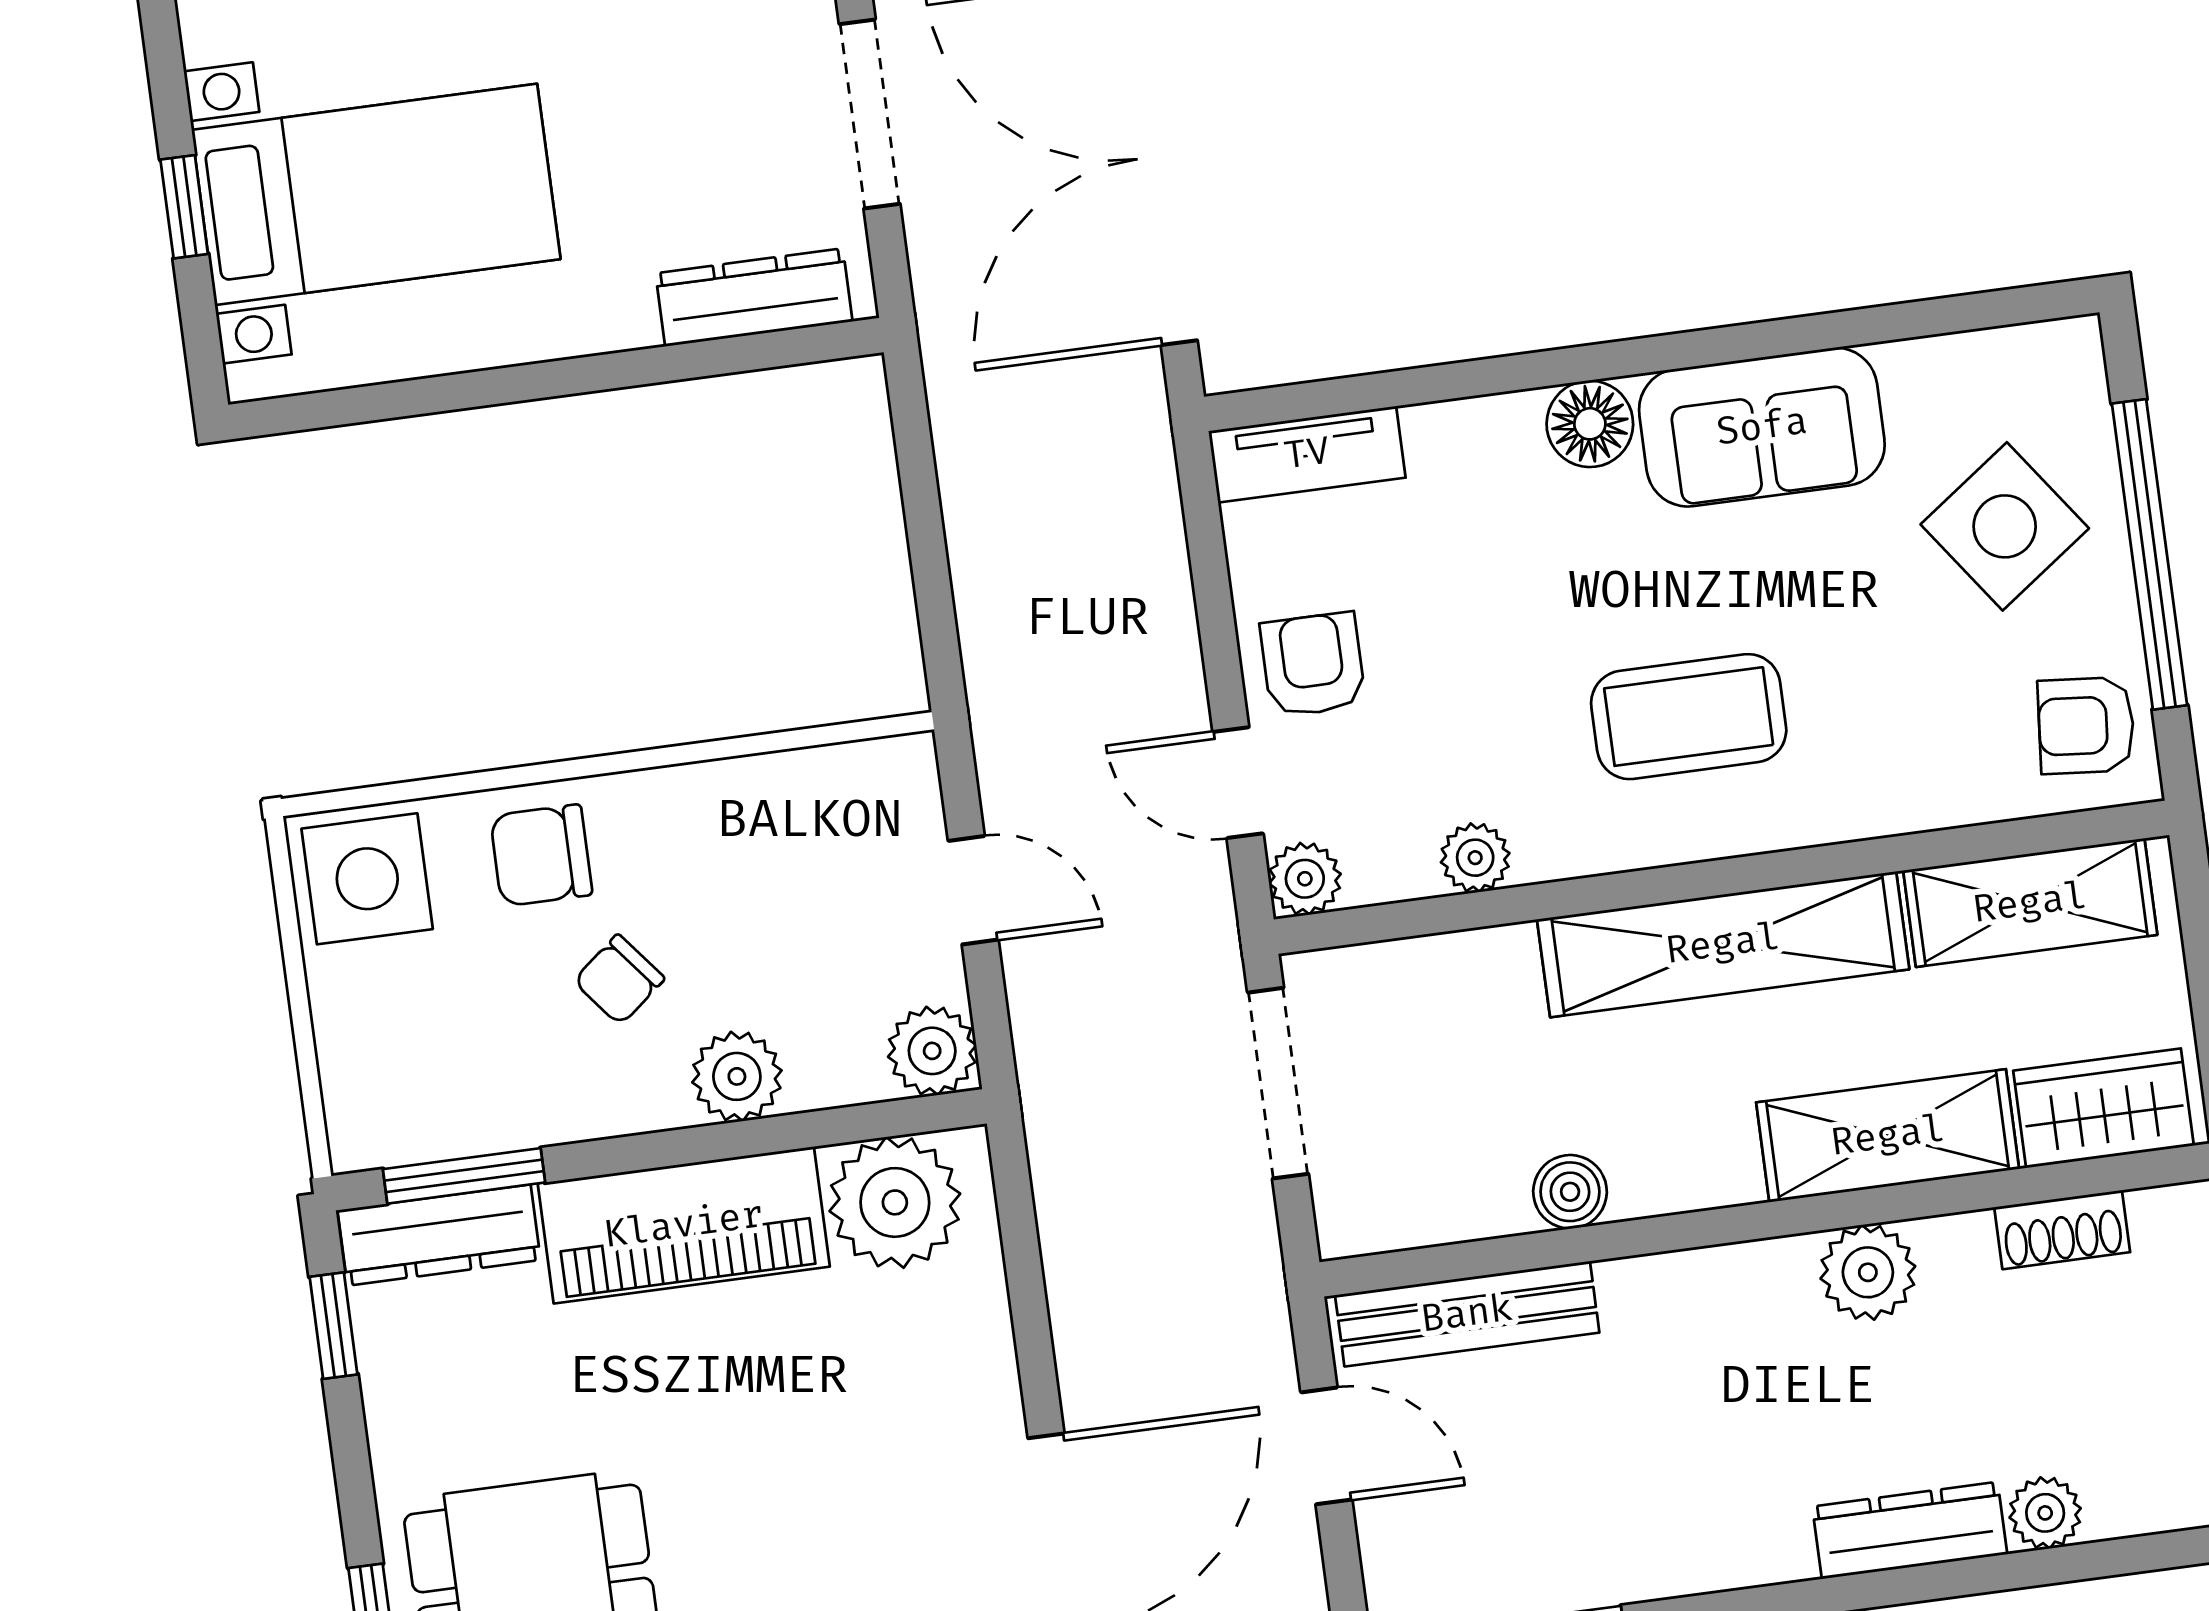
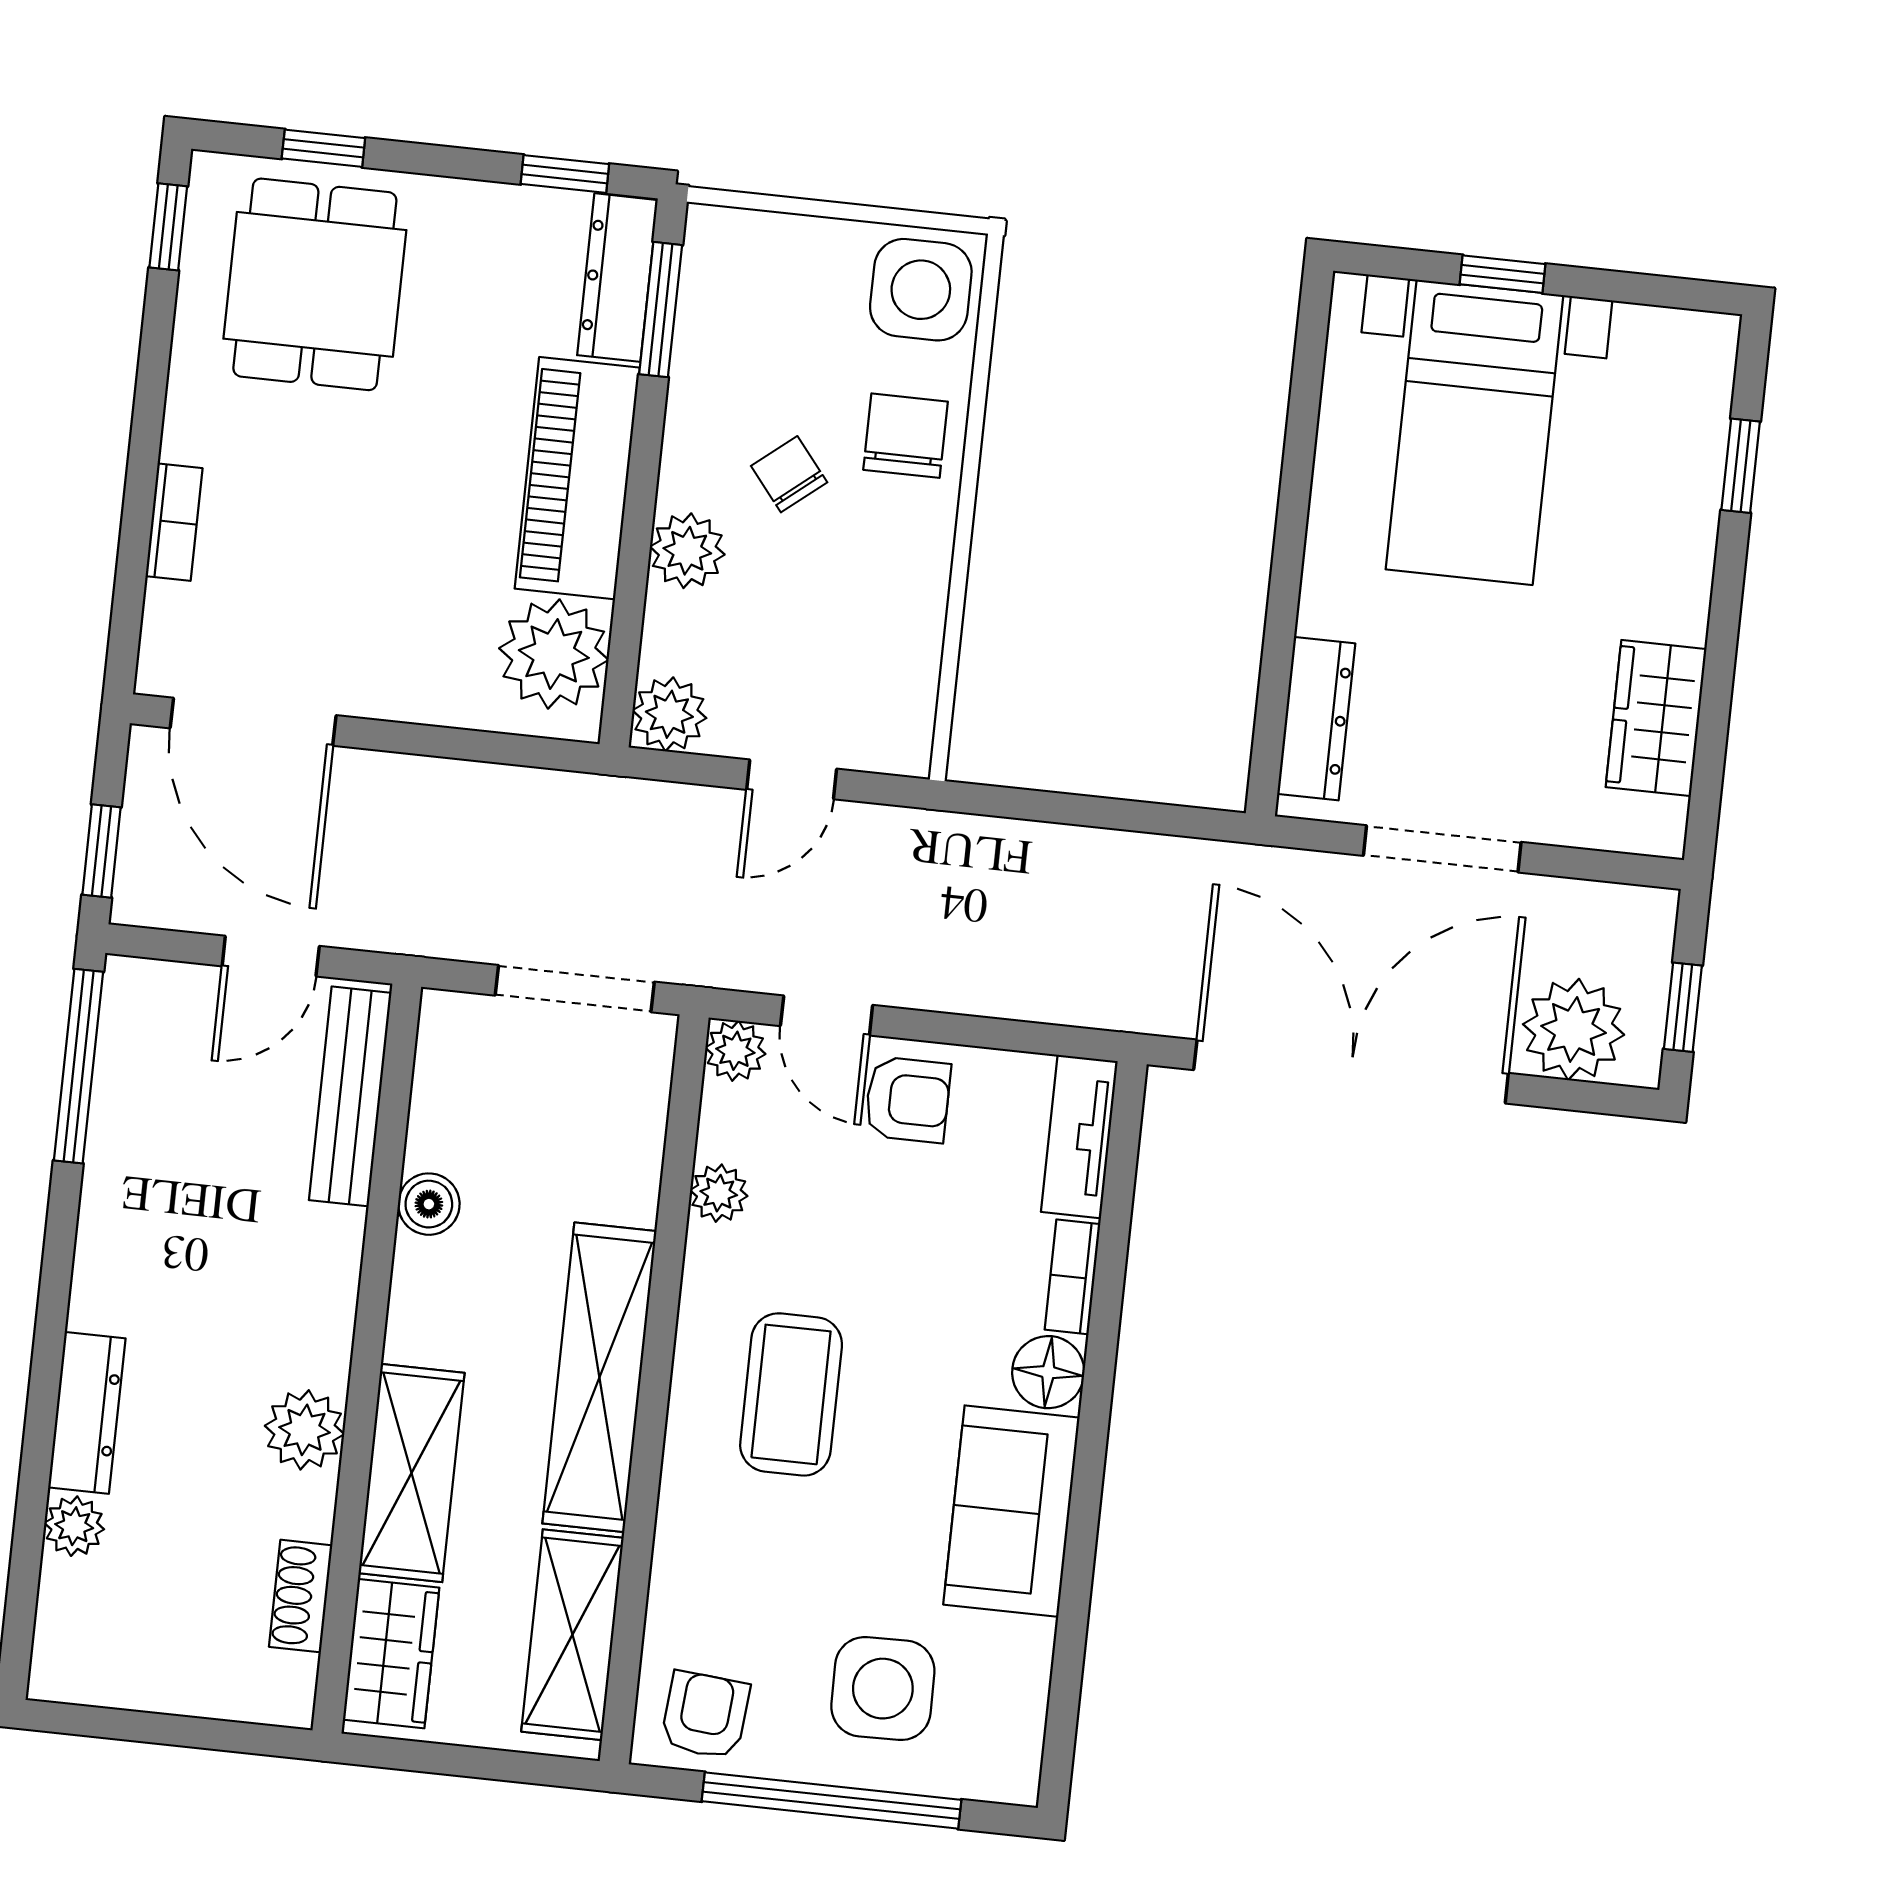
bookcase: (1472, 423) -> (1072, 1277), added
side table: (2005, 526) -> (883, 1689), turned 35
door: (1238, 783) -> (827, 1015), swing flipped

